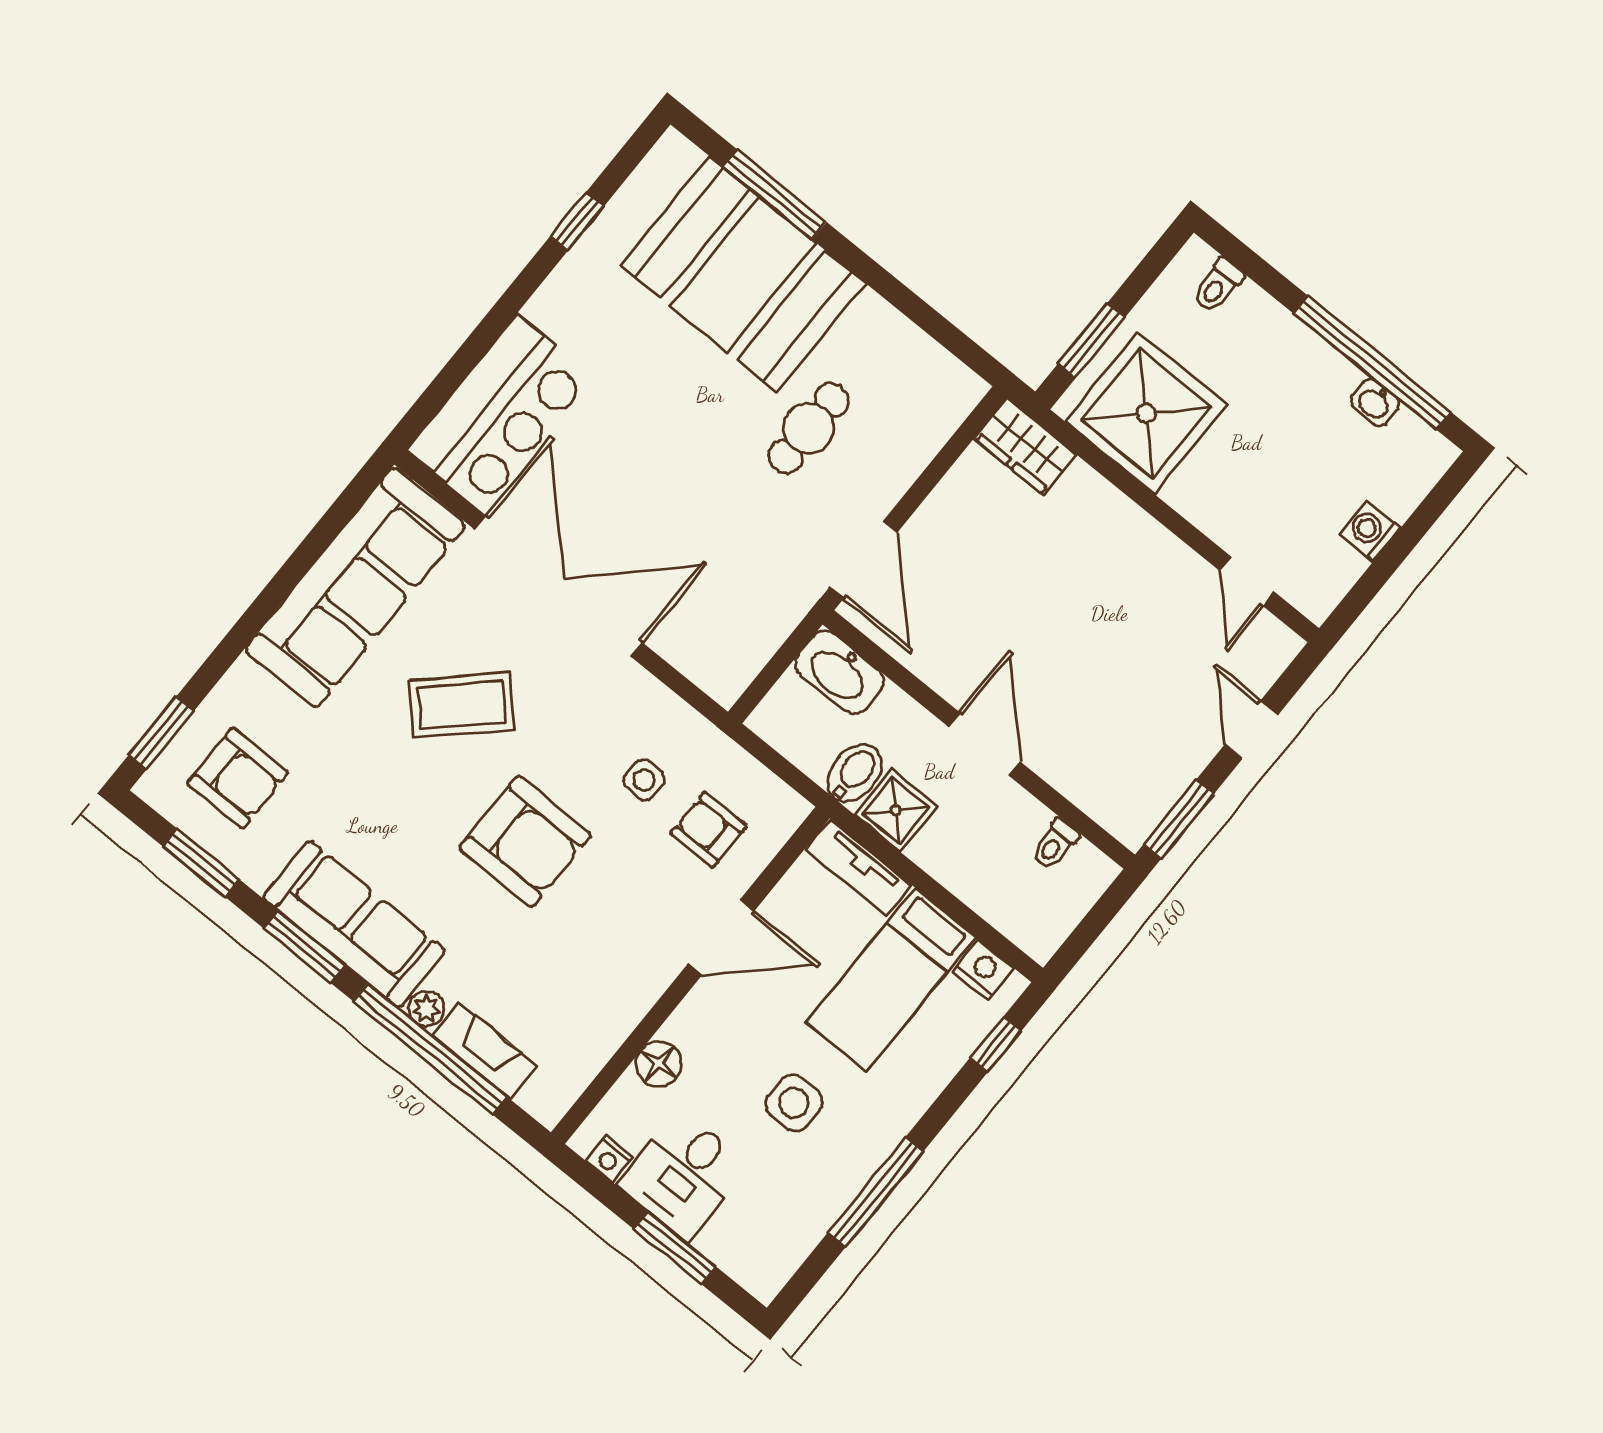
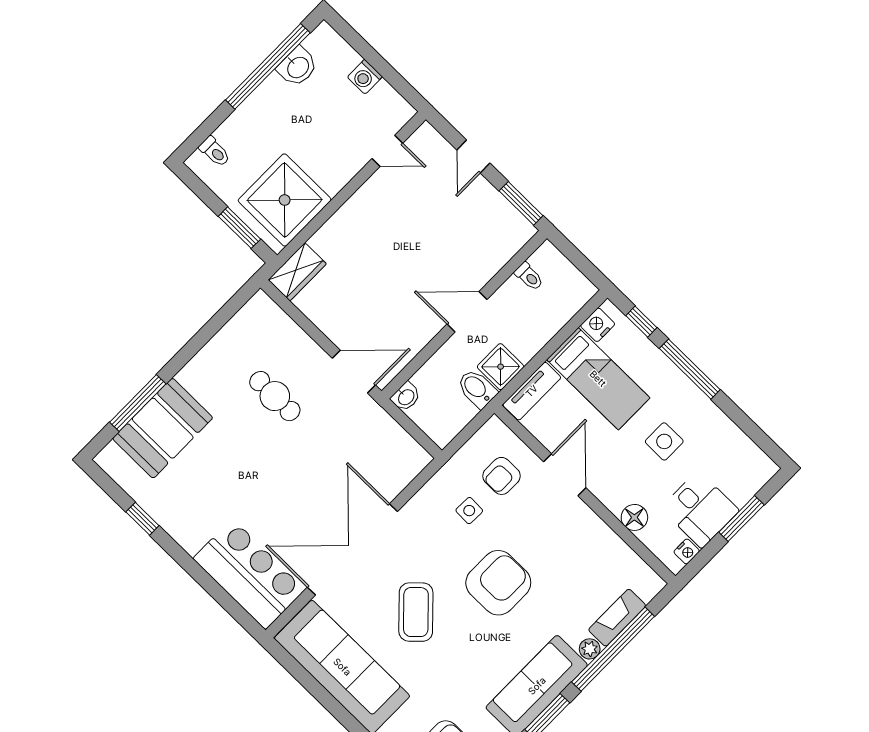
booth: (743, 274) -> (163, 428), width x0.73, depth x0.70
washbasin: (1375, 402) -> (297, 67), width x1.38, depth x1.45
washbasin: (840, 672) -> (406, 397), width x0.52, depth x0.69
door: (1251, 730) -> (473, 156), hinge flipped
window: (876, 1192) -> (690, 369), moved

